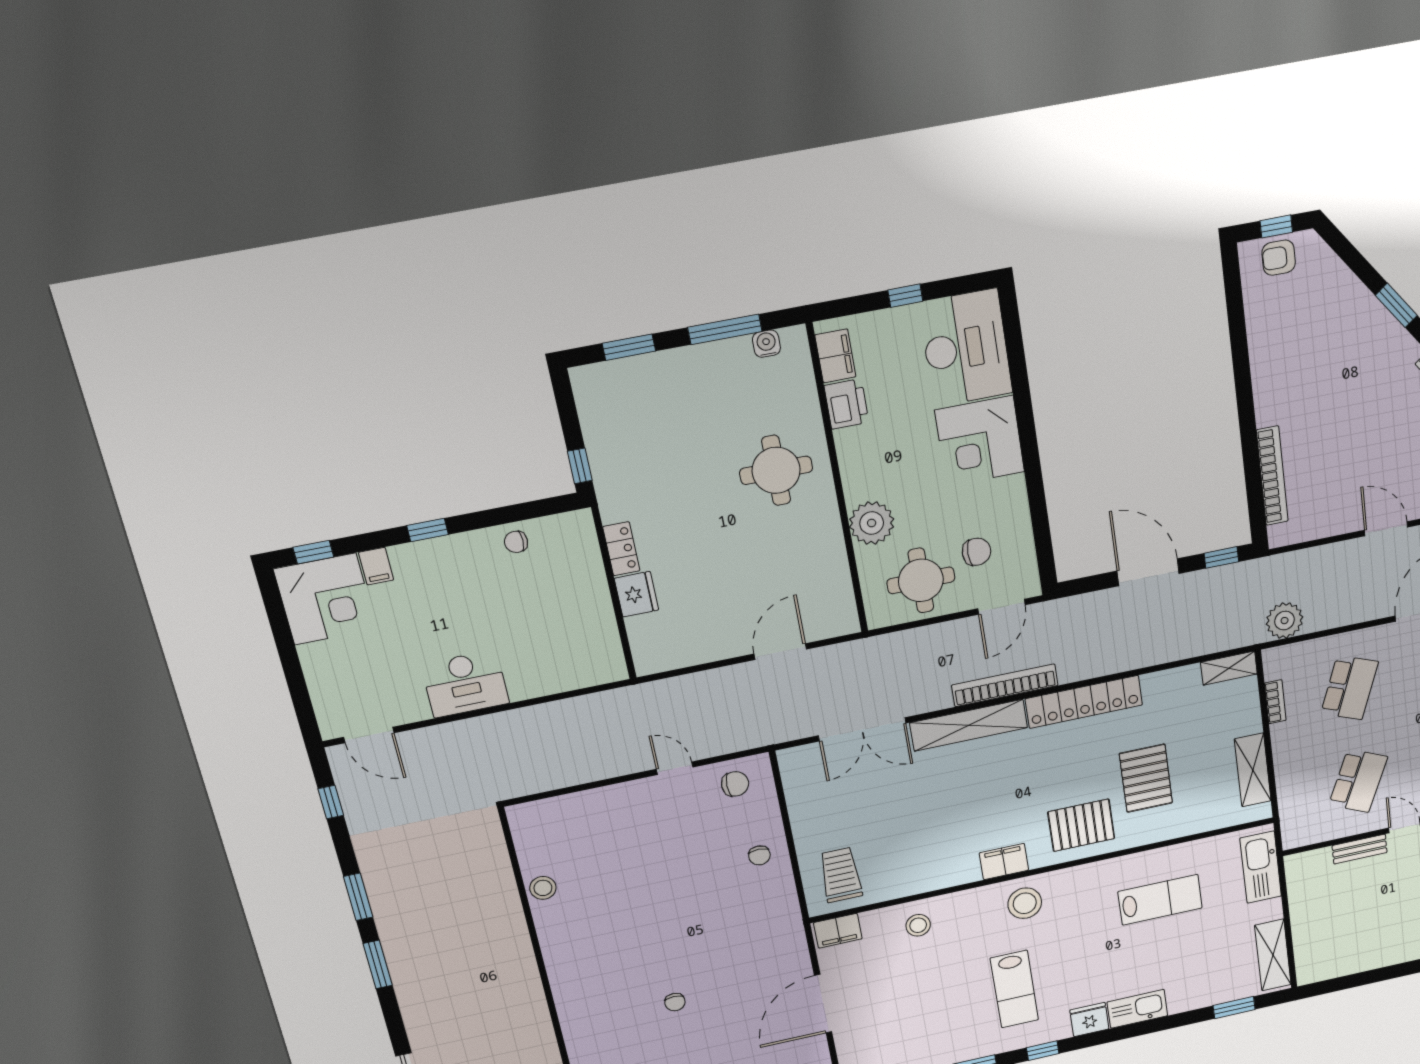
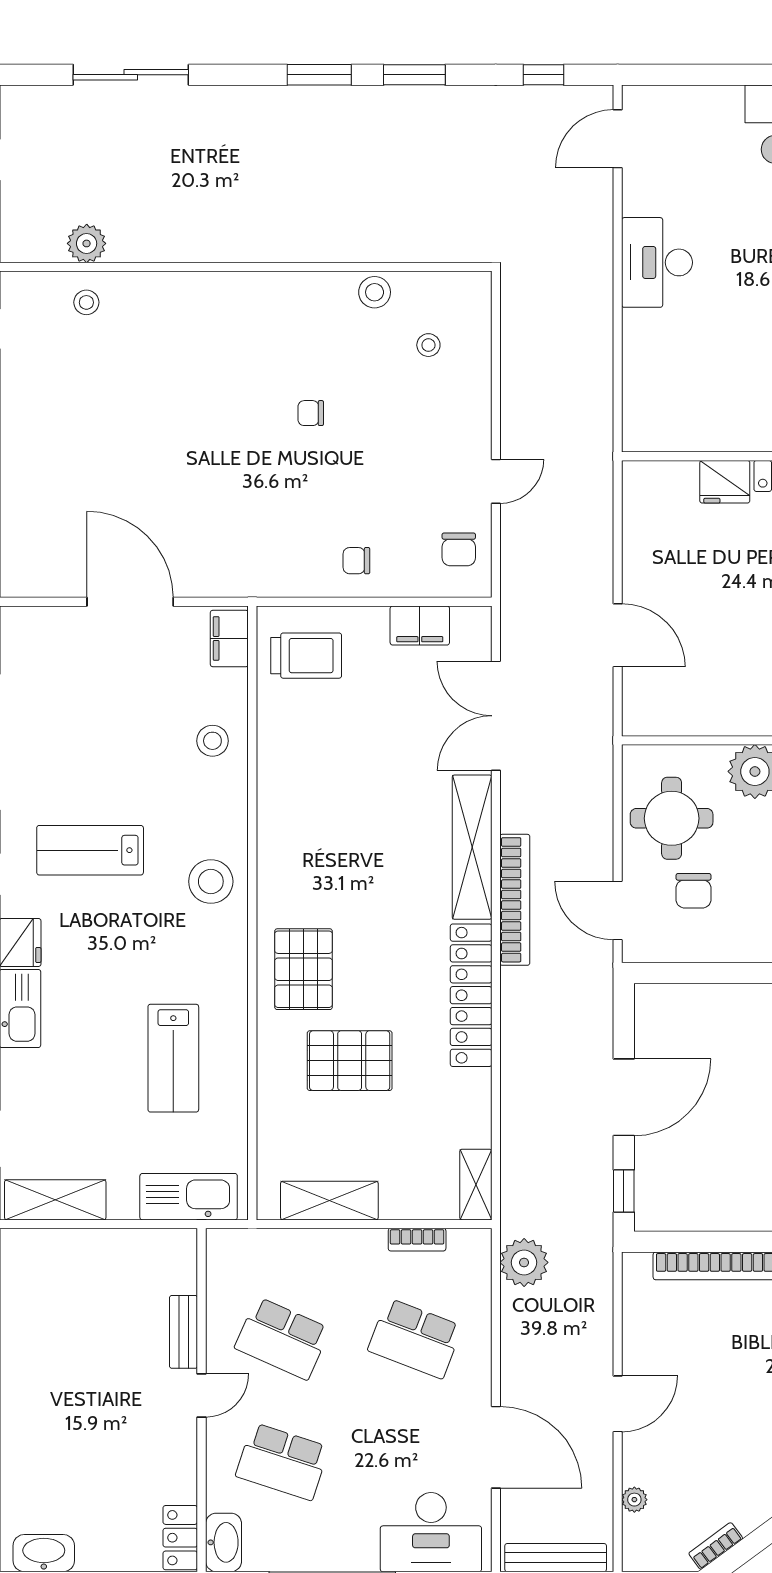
stool: (576, 840) -> (428, 345), added
filing cabinet: (1004, 862) -> (420, 625), moved, turned 90
chair: (675, 1002) -> (311, 413), moved

